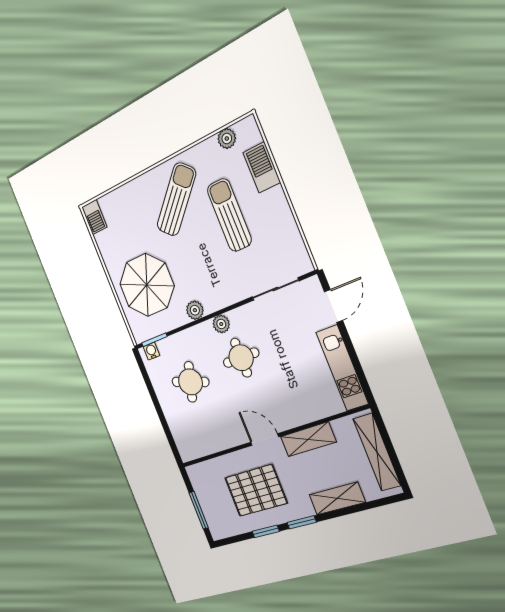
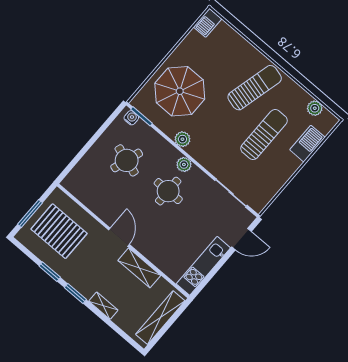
sun lounger: (176, 199) -> (255, 88), turned -30
pallet: (256, 490) -> (59, 231), moved
shelving: (337, 498) -> (103, 306), width x0.67, depth x0.75

